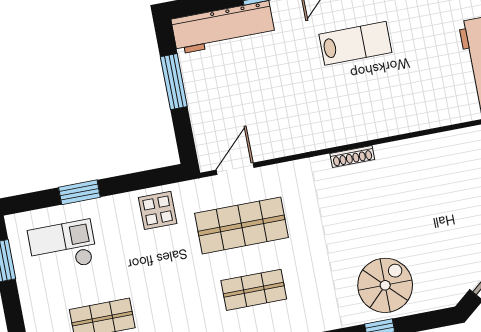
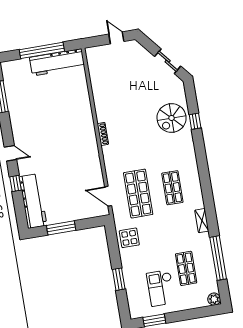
lab bench: (355, 43) -> (43, 131), removed
checkout: (63, 247) -> (161, 288), moved
spiral stairs: (385, 285) -> (172, 118), turned -90

